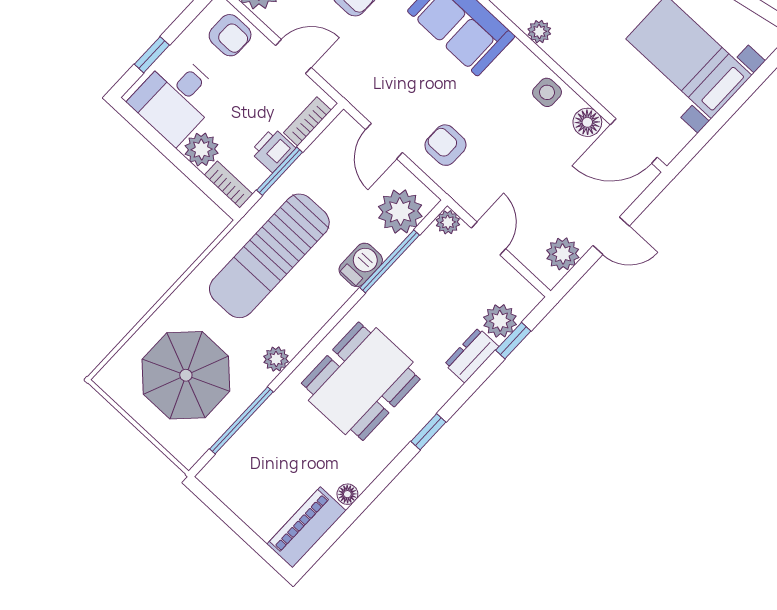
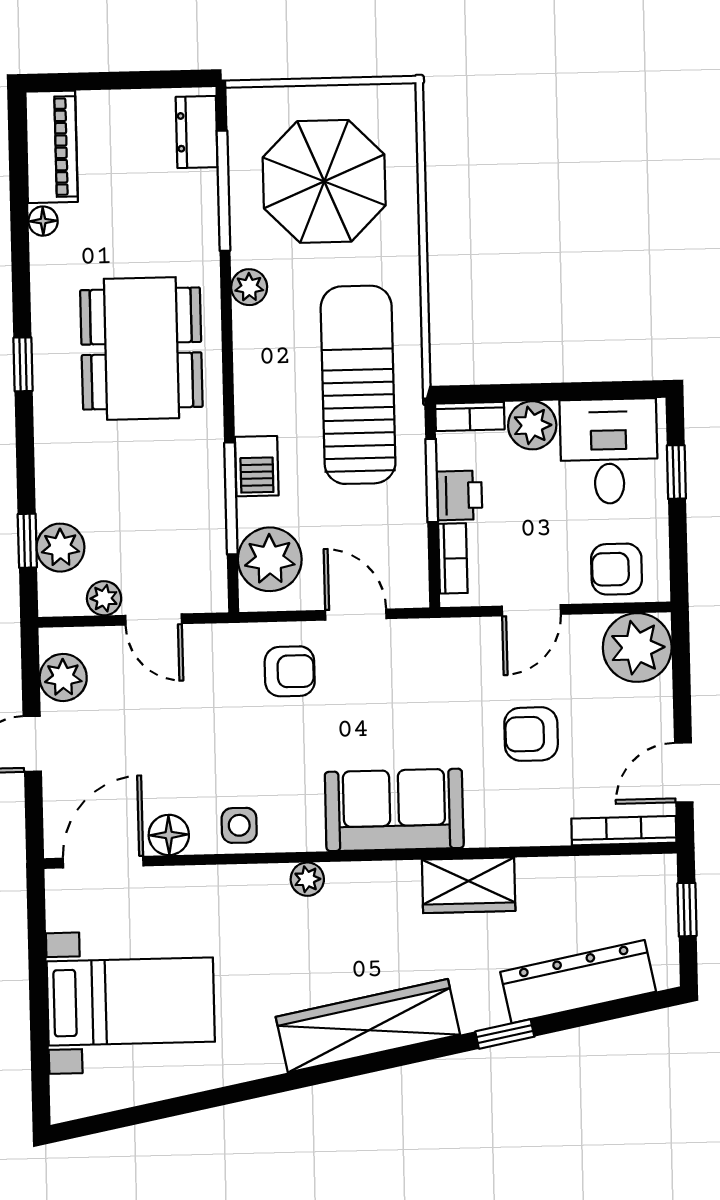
plant: (448, 222) -> (104, 598), moved
dresser: (472, 355) -> (197, 132), moved, turned 180

